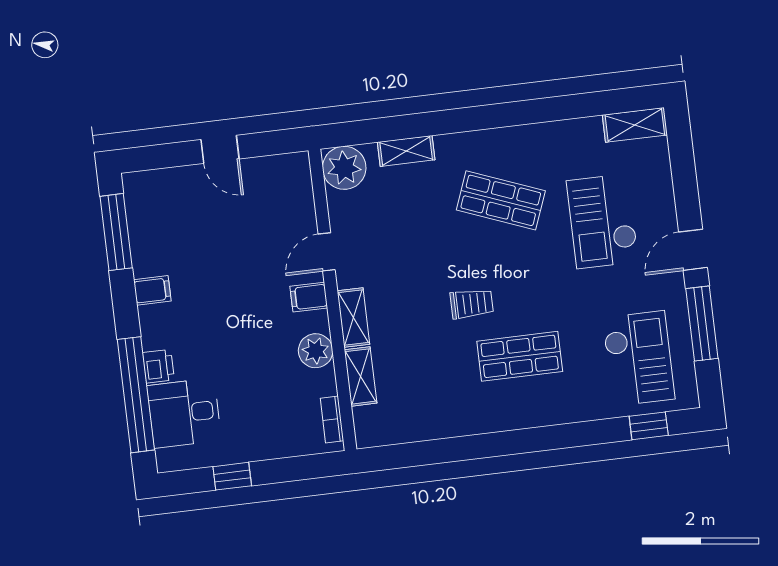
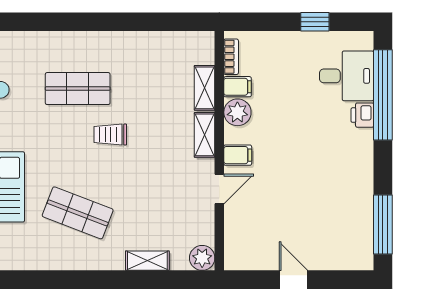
plant: (344, 168) -> (202, 258), width x0.73, depth x0.73
filing cabinet: (152, 290) -> (238, 87), moved, turned 180

